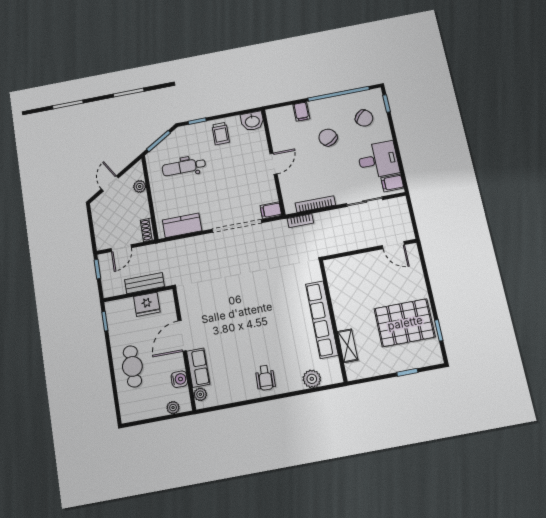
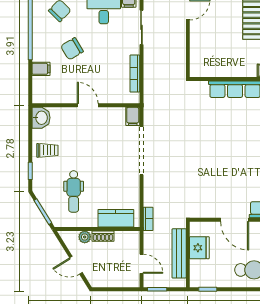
bookcase: (300, 221) -> (148, 219), moved
kitchen counter: (182, 225) -> (116, 218), moved, turned 90
shoe rack: (147, 230) -> (103, 236), moved
bench: (145, 283) -> (179, 253), width x1.36

